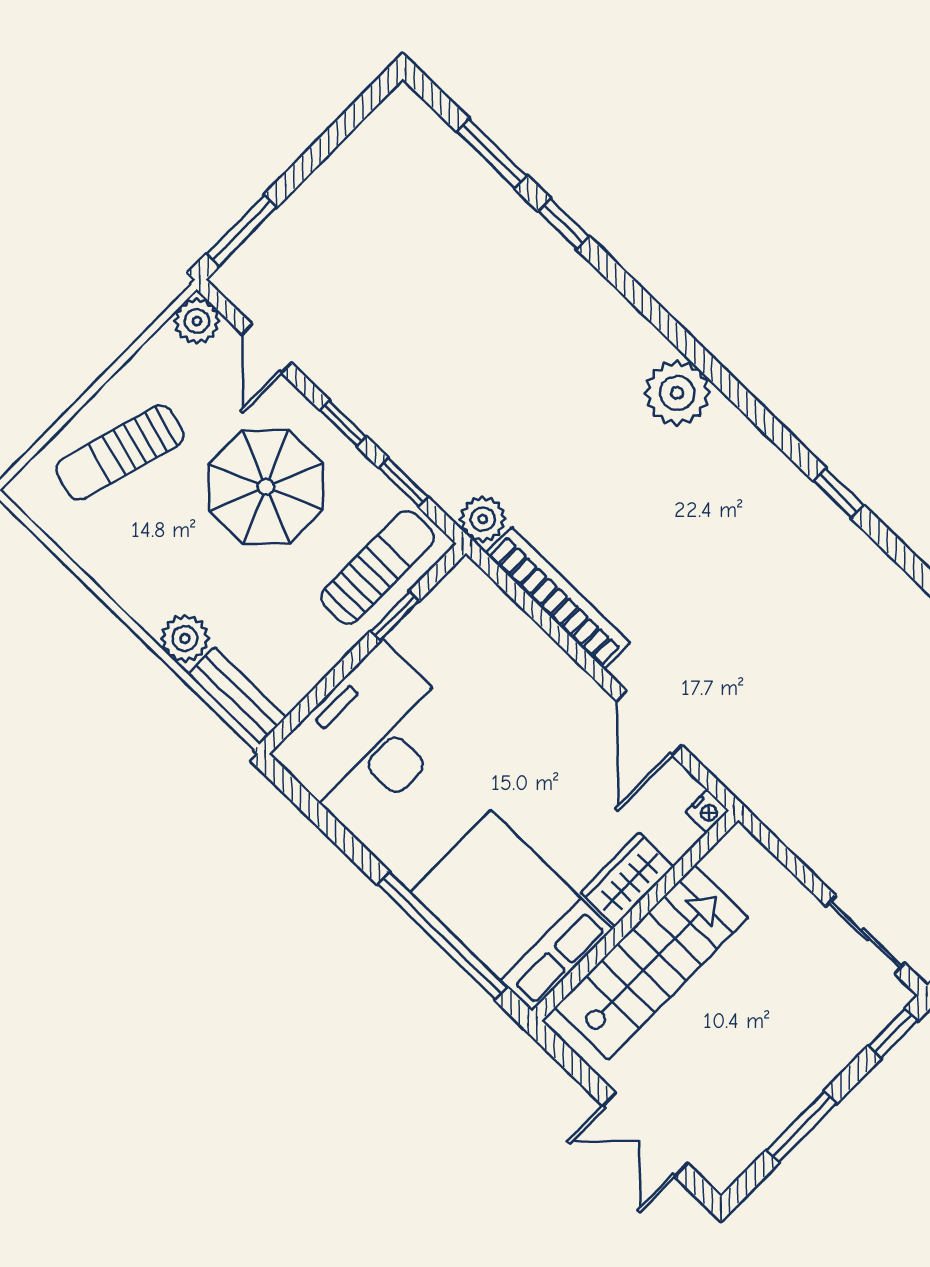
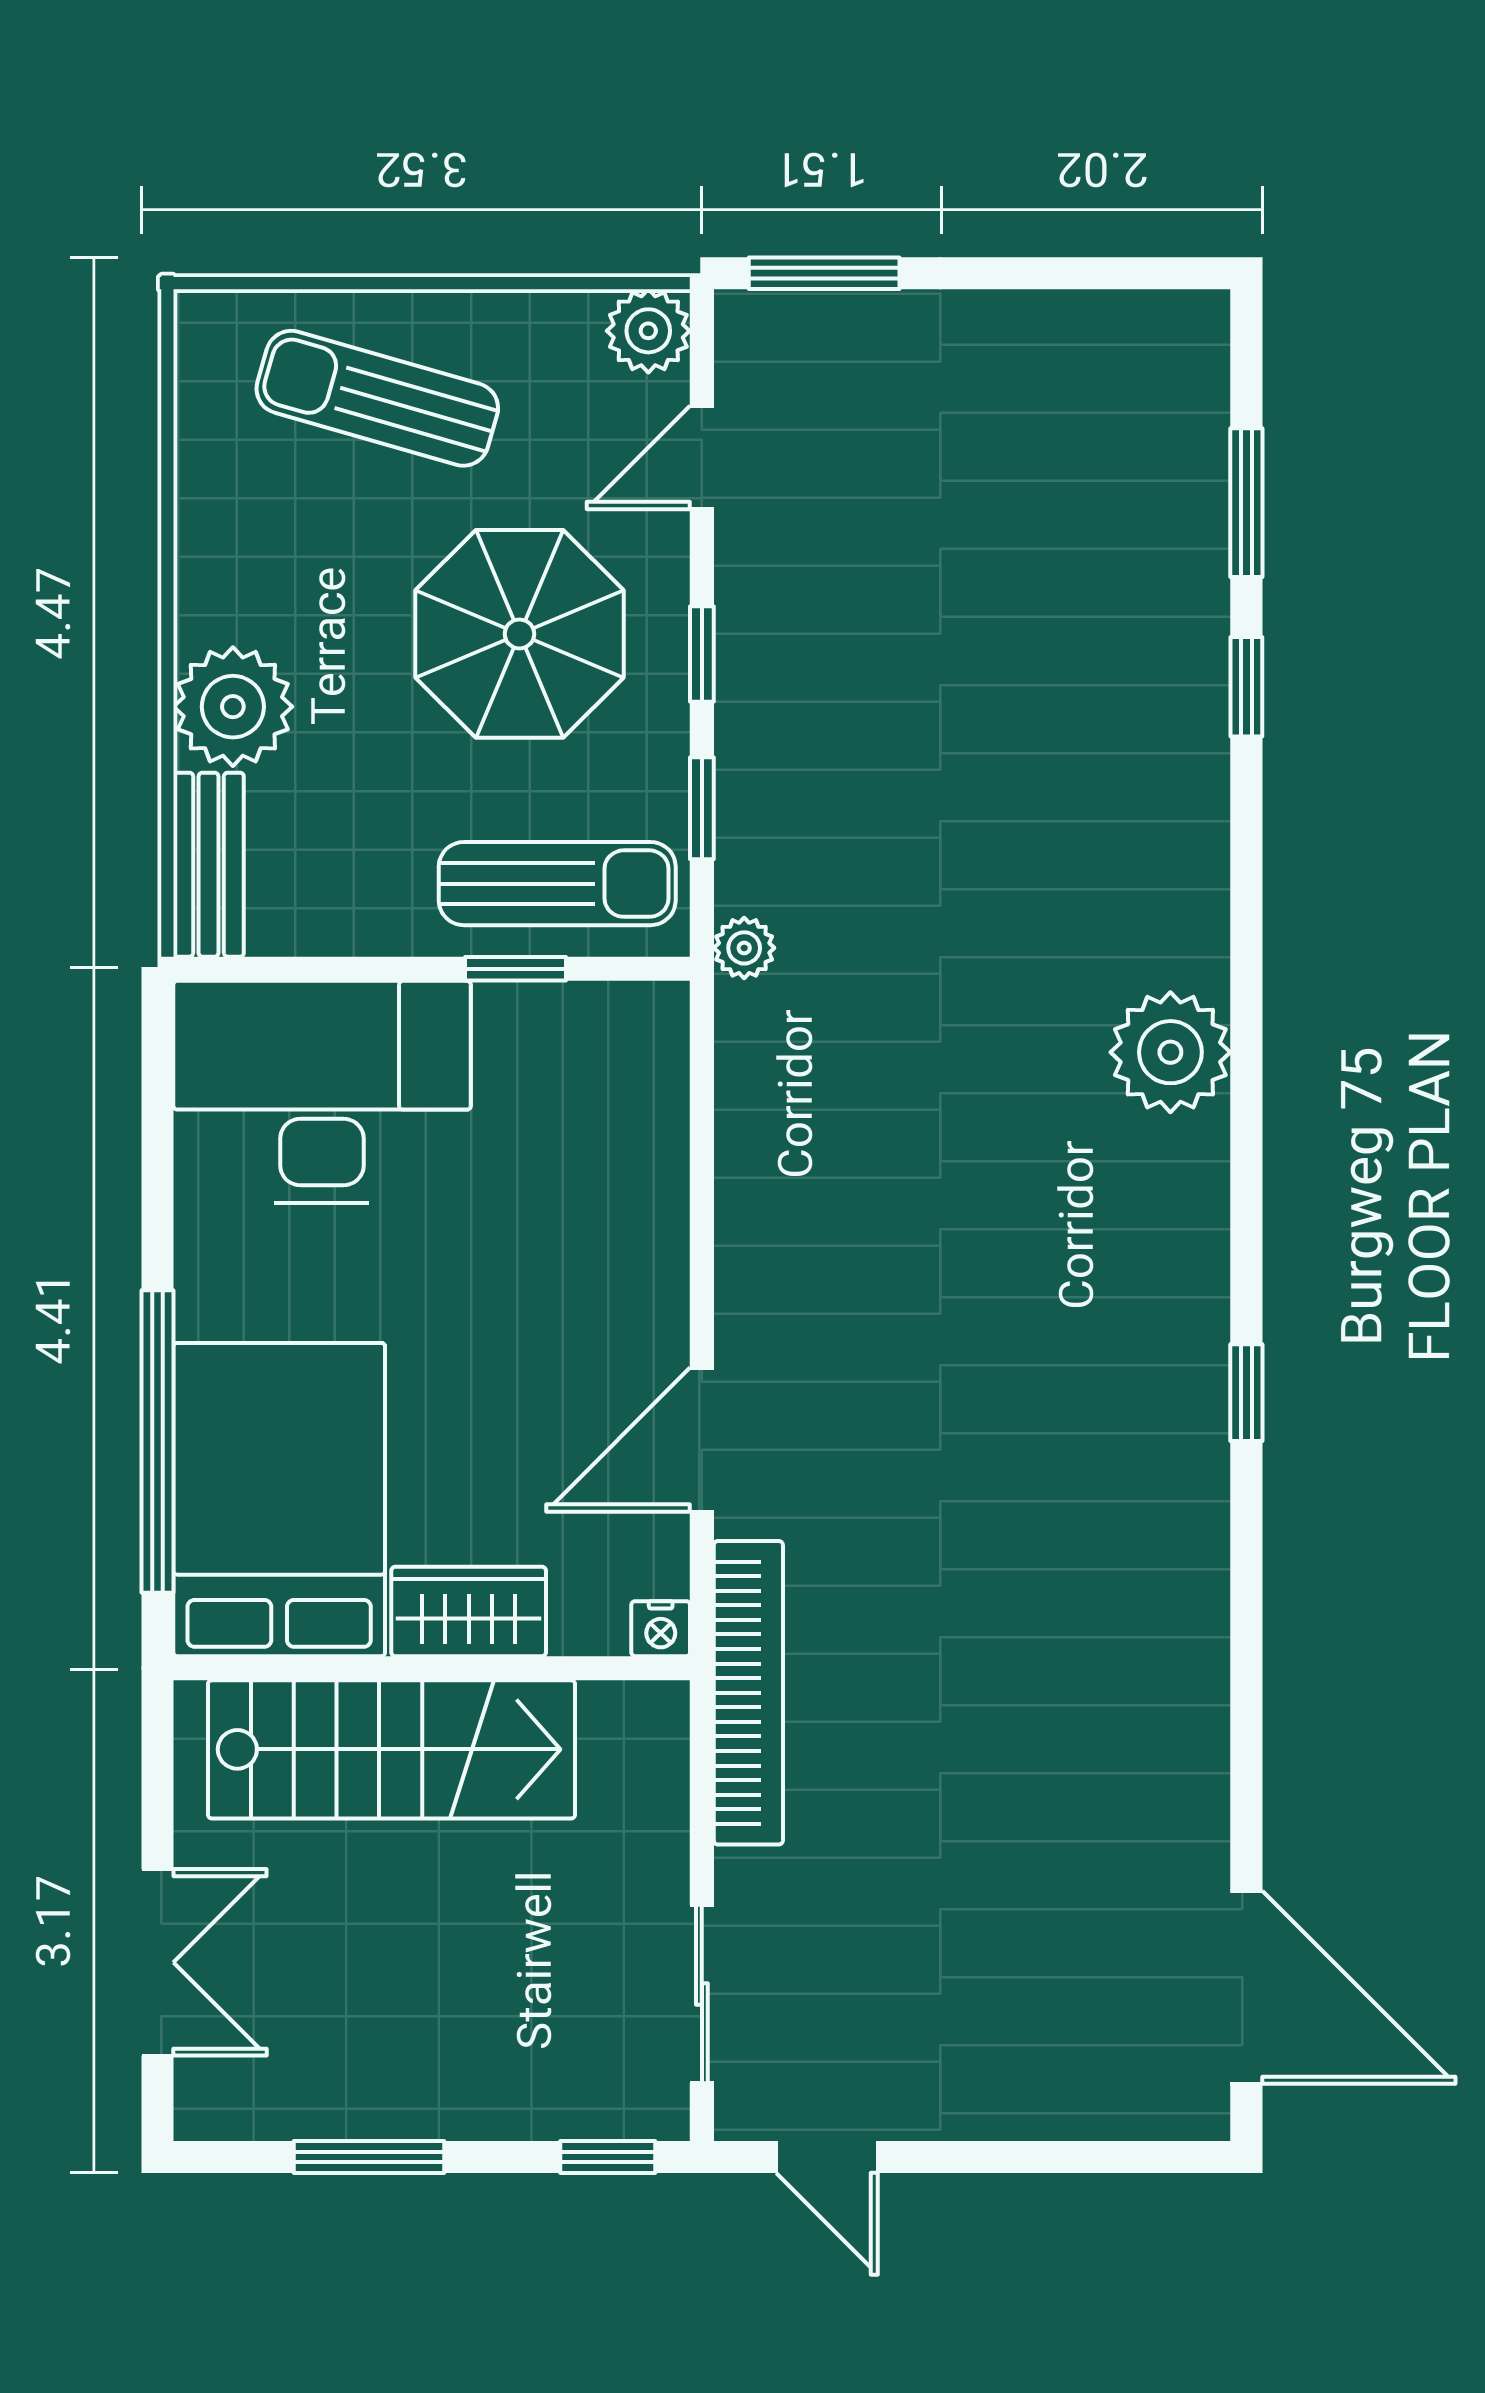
plant: (483, 519) -> (744, 948), width x0.73, depth x0.73
bookcase: (558, 598) -> (748, 1693), moved
plant: (185, 638) -> (233, 707), width x1.36, depth x1.36
double door: (645, 1135) -> (157, 1962), swing flipped

